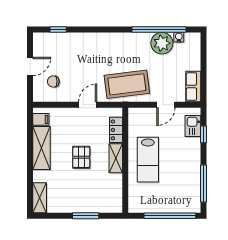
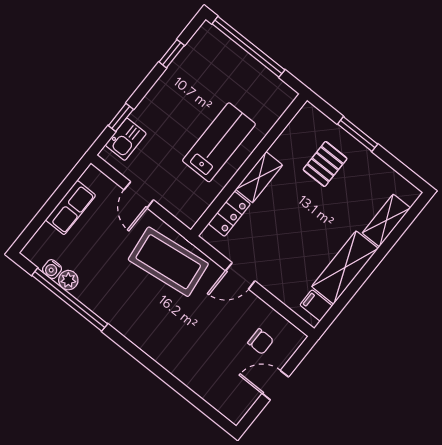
window: (58, 29) -> (200, 404), removed
plant: (162, 43) -> (68, 280), width x0.53, depth x0.53
row of seats: (193, 87) -> (71, 208), moved
door: (166, 105) -> (139, 195), swing flipped
pallet: (81, 157) -> (325, 164), moved
window: (203, 184) -> (172, 54), width x0.46
shelving: (40, 198) -> (386, 220), moved

